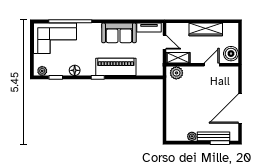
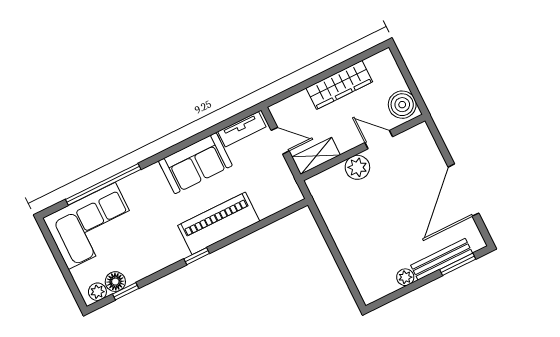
door: (212, 65) -> (379, 140), hinge flipped
floor lamp: (75, 70) -> (115, 282), moved
plant: (176, 73) -> (357, 167), moved

